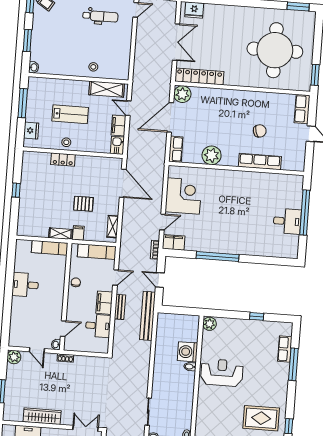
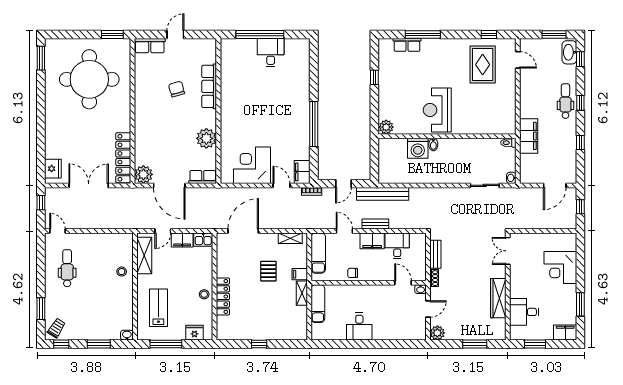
lab bench: (70, 114) -> (158, 308), moved
locker: (63, 160) -> (223, 296), width x1.53
bench: (87, 361) -> (435, 254), added

